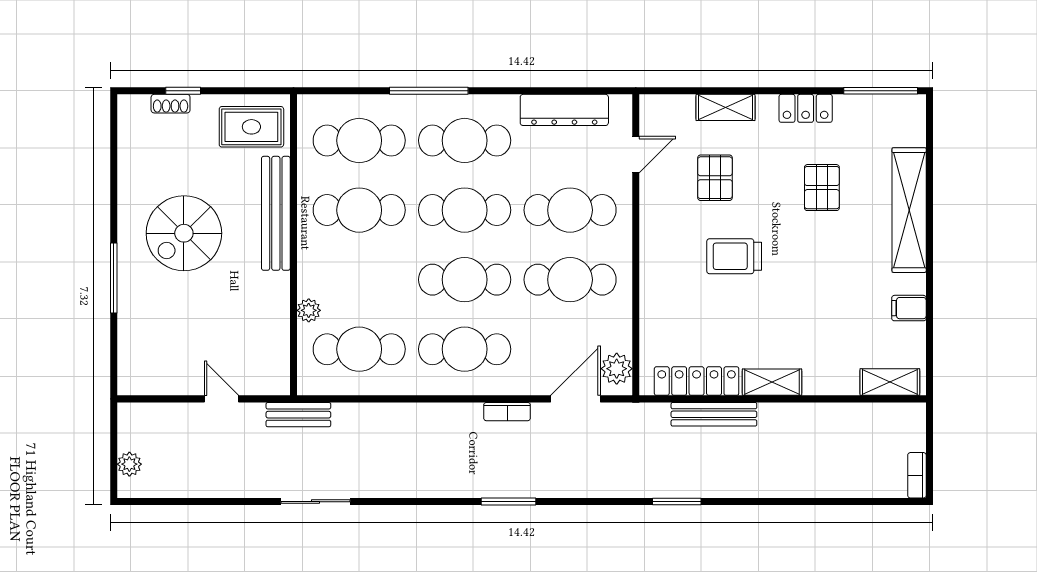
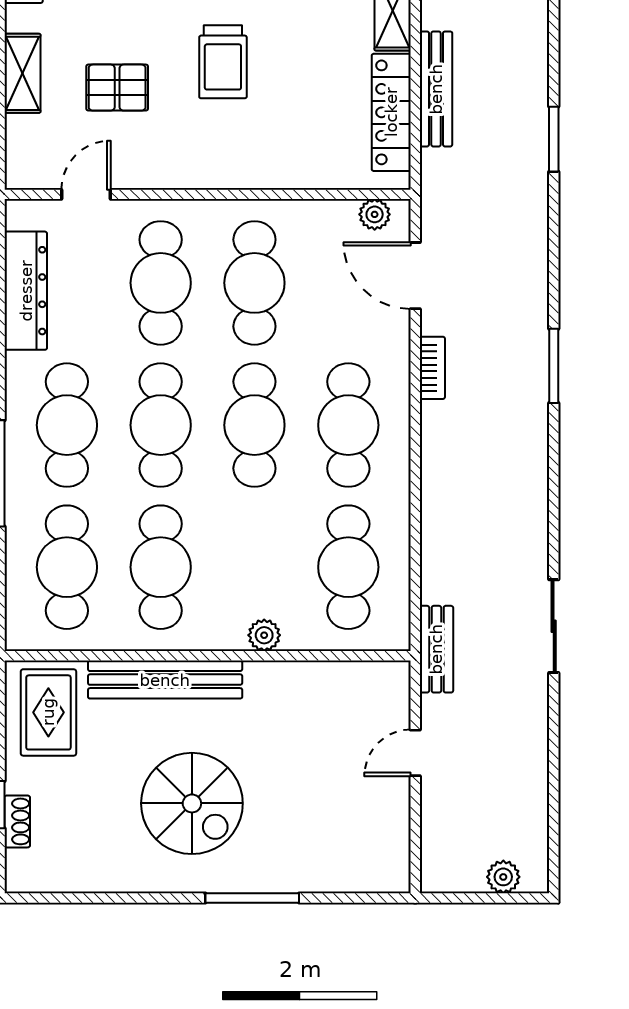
door: (636, 155) -> (86, 194), hinge flipped
plant: (309, 310) -> (264, 635), moved
plant: (617, 369) -> (375, 214), width x0.73, depth x0.73

